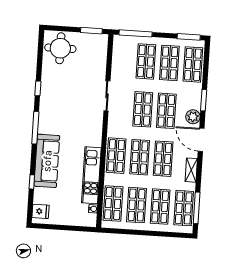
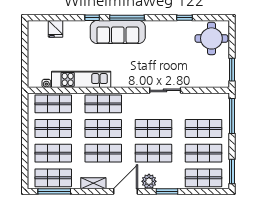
window: (38, 88) -> (184, 18), moved
sofa: (47, 161) -> (118, 32), moved
window: (32, 182) -> (92, 18), moved
fridge: (41, 211) -> (56, 29), moved

